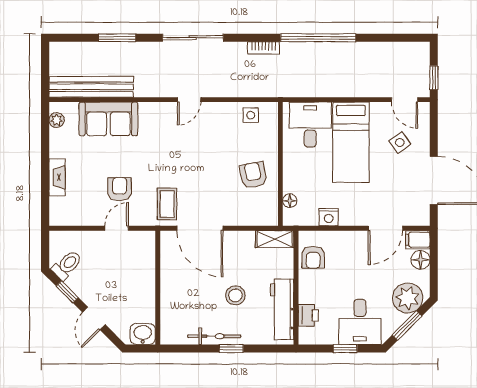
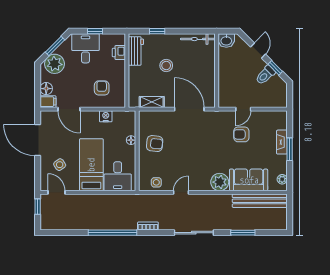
door: (189, 100) -> (181, 192), moved
plant: (153, 116) -> (220, 182), added
window: (45, 166) -> (290, 149), added
armchair: (253, 175) -> (155, 144), turned -73
armchair: (119, 189) -> (241, 134), turned 90
floor lamp: (290, 201) -> (131, 140), moved
coffee table: (167, 204) -> (211, 125), removed
door: (385, 228) -> (69, 109), swing flipped
shelving: (275, 239) -> (152, 102), moved
armchair: (313, 257) -> (102, 88), moved
toilet: (67, 265) -> (265, 75), moved
workbench: (282, 309) -> (136, 51), width x0.73
bicycle: (214, 336) -> (198, 39), moved
window: (231, 349) -> (157, 31), moved

